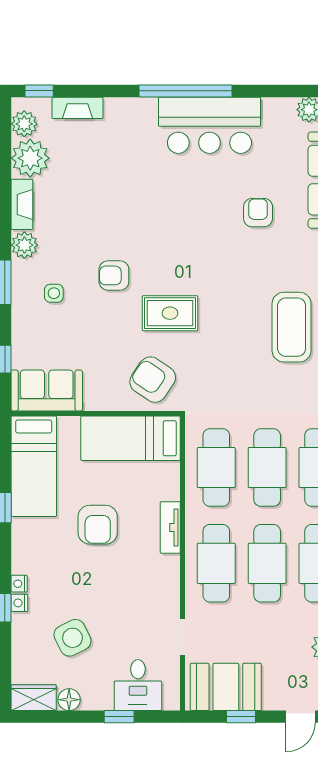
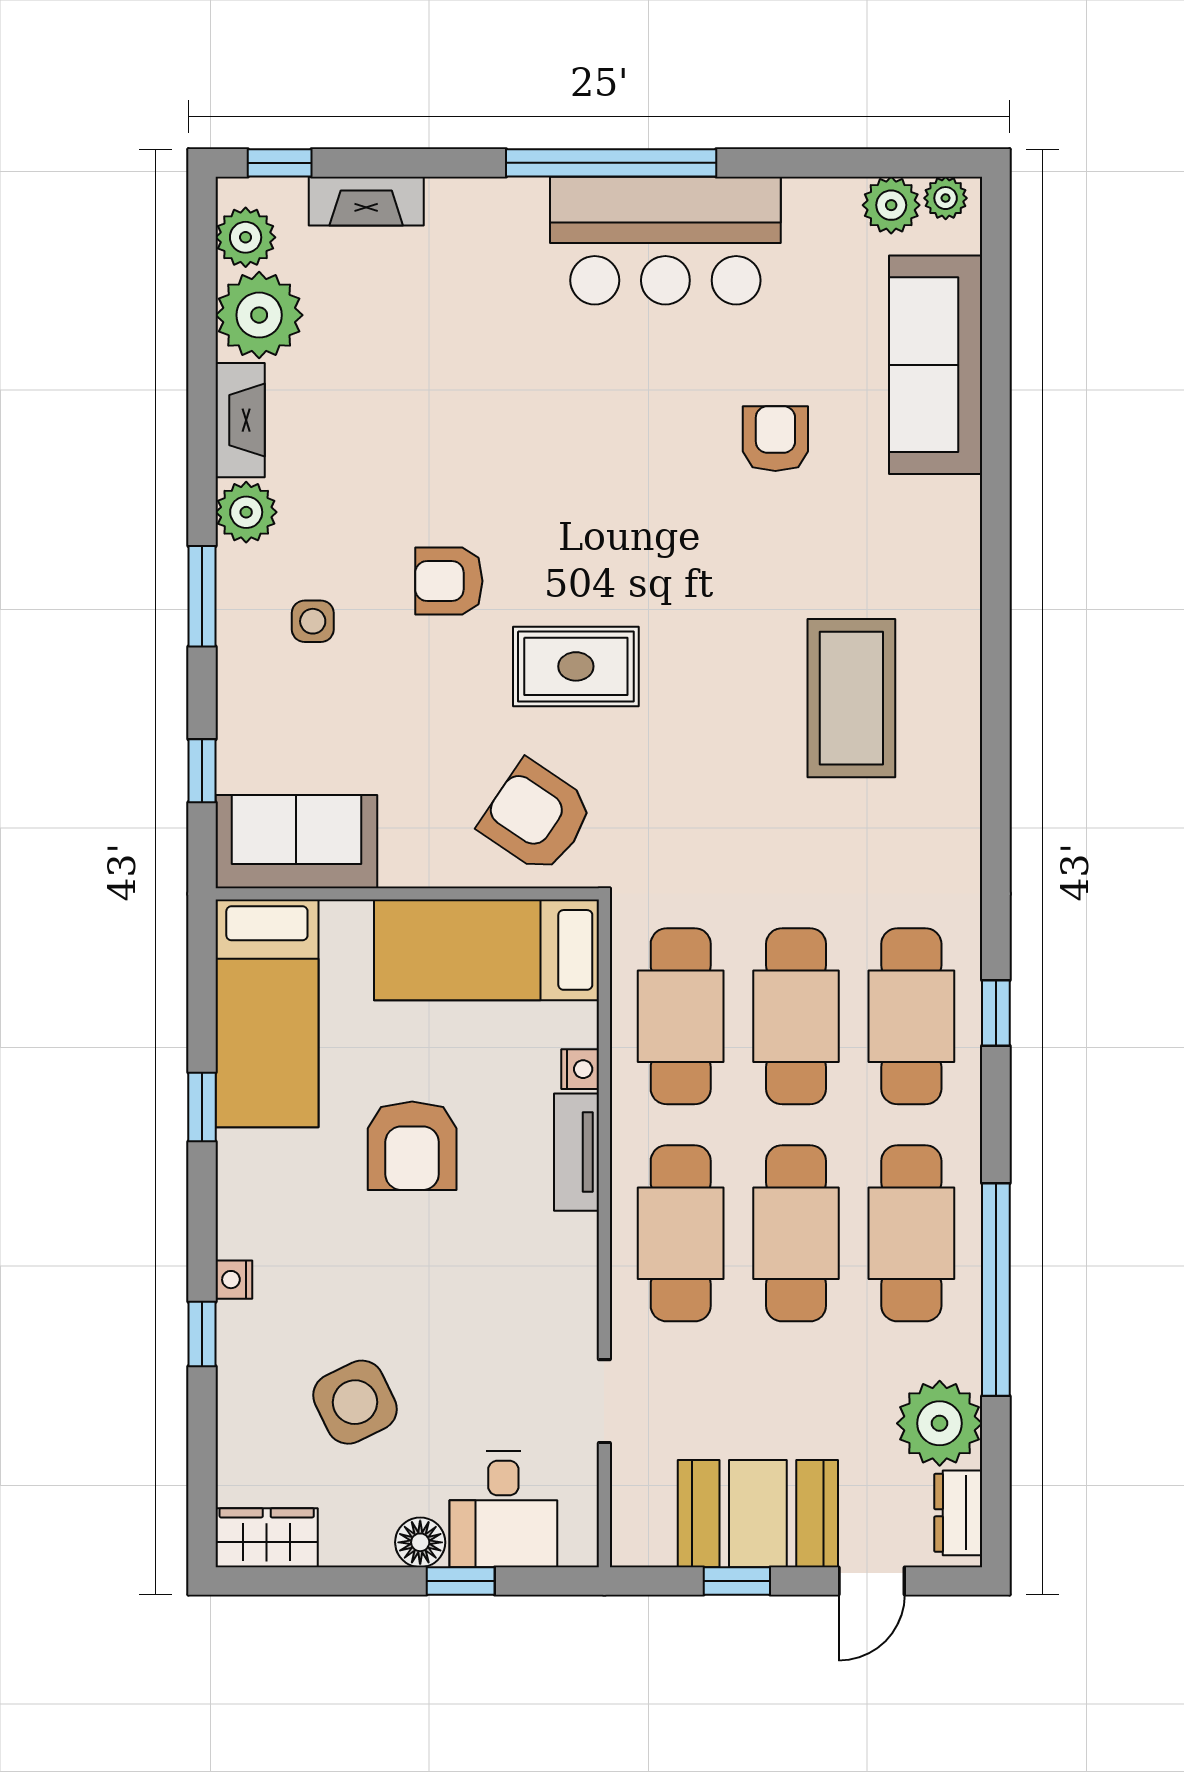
nightstand: (19, 603) -> (580, 1069), moved, turned 180
booth: (226, 687) -> (758, 1514), moved
floor lamp: (69, 700) -> (420, 1542), moved

